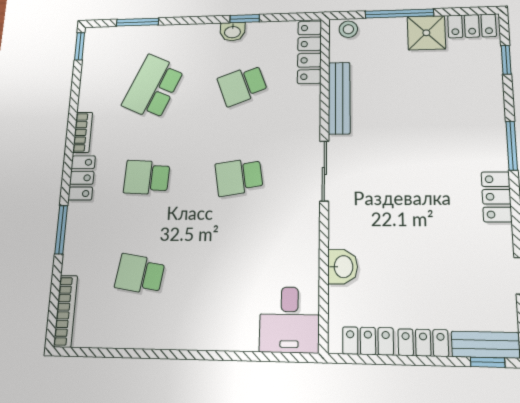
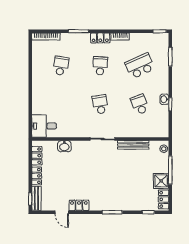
locker: (309, 52) -> (154, 132), removed
school desk: (153, 87) -> (140, 66), turned -48
locker: (497, 197) -> (79, 205), moved

